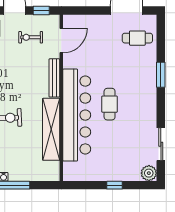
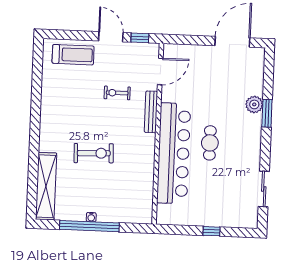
exercise bike: (31, 37) -> (117, 93), moved
cafe table: (137, 38) -> (243, 72), removed
shelving: (51, 129) -> (145, 168), removed
plant: (149, 173) -> (254, 104), moved

